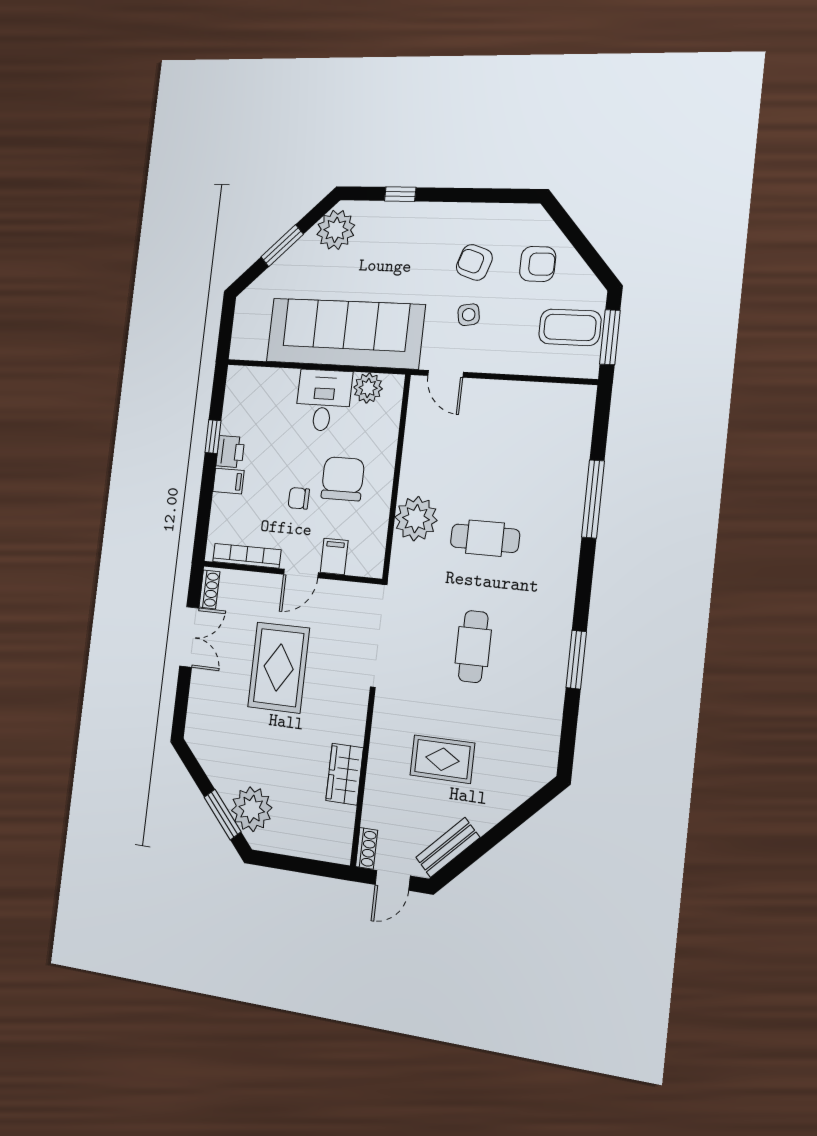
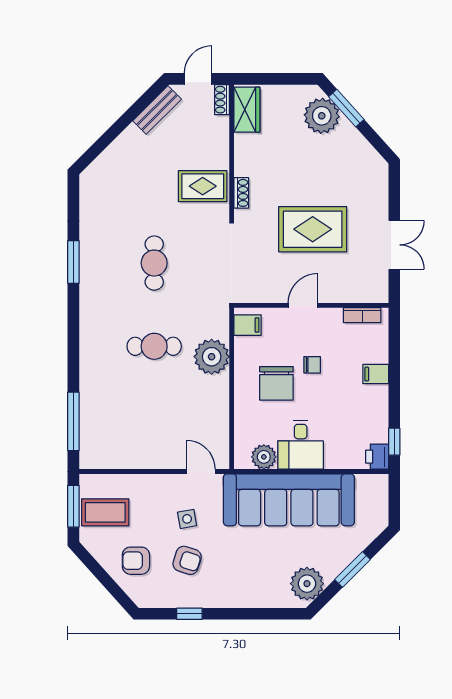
window: (400, 194) -> (189, 614), moved
window: (213, 437) -> (394, 442), moved
printer: (230, 452) -> (377, 457), moved
window: (593, 499) -> (73, 421), moved
bookcase: (247, 556) -> (362, 315), width x0.64
filing cabinet: (334, 557) -> (247, 325), moved, turned -90
shoe rack: (209, 589) -> (241, 193), moved, turned 180
double door: (189, 637) -> (394, 245), swing flipped
rug: (279, 668) -> (313, 229), turned 90
rug: (442, 759) -> (203, 186), moved
wardrobe: (345, 774) -> (247, 110), moved

